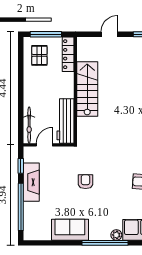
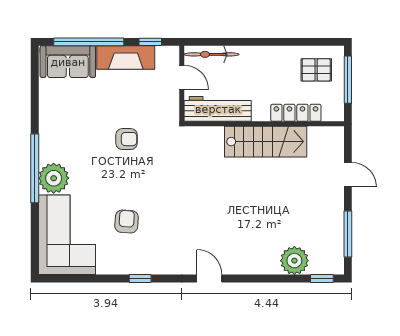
locker: (68, 54) -> (296, 113), moved
sofa: (70, 230) -> (68, 62), moved, turned 90
plant: (116, 235) -> (54, 178), width x1.87, depth x1.87

